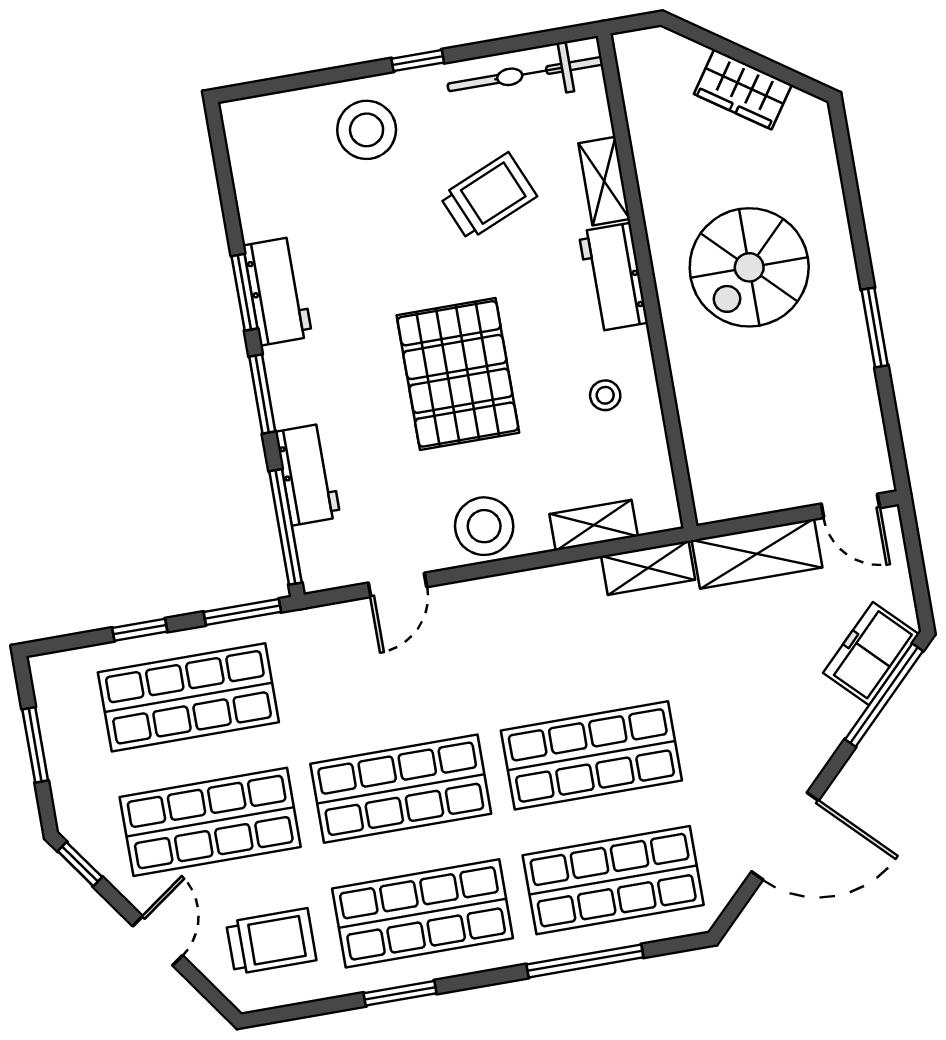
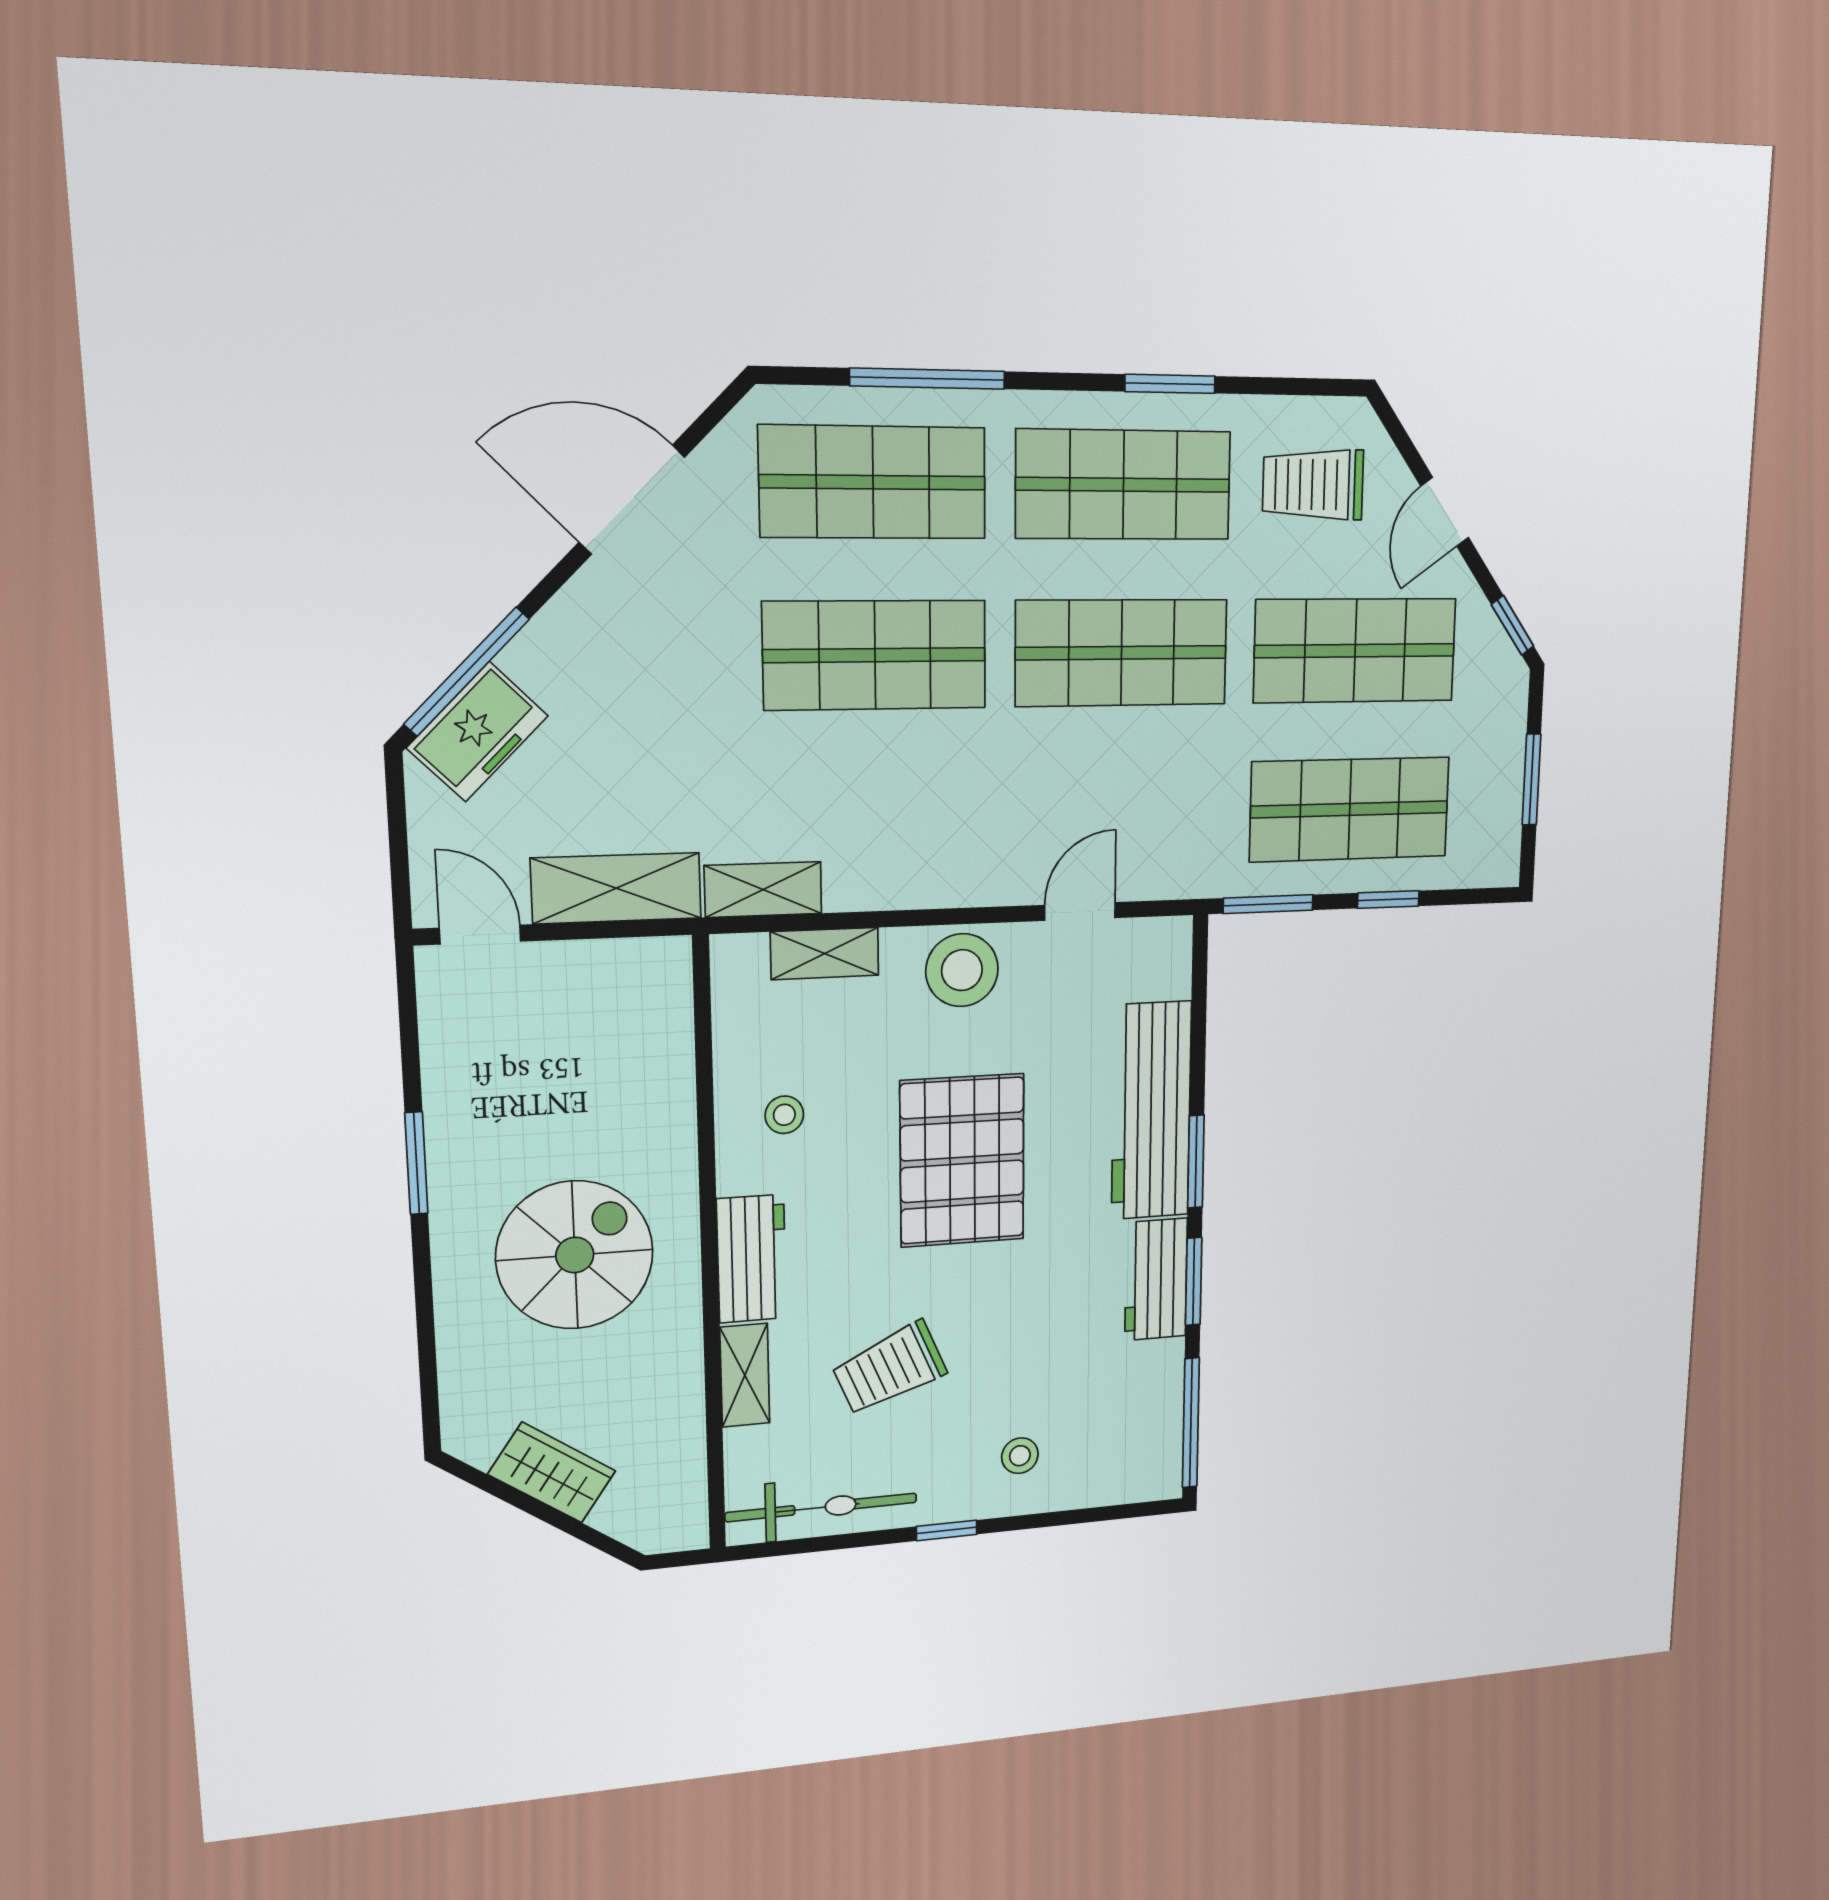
stool: (367, 130) -> (1020, 1456), width x0.53, depth x0.53
workbench: (308, 474) -> (1151, 1111), width x1.88, depth x1.32
window: (285, 527) -> (1191, 1423), moved

